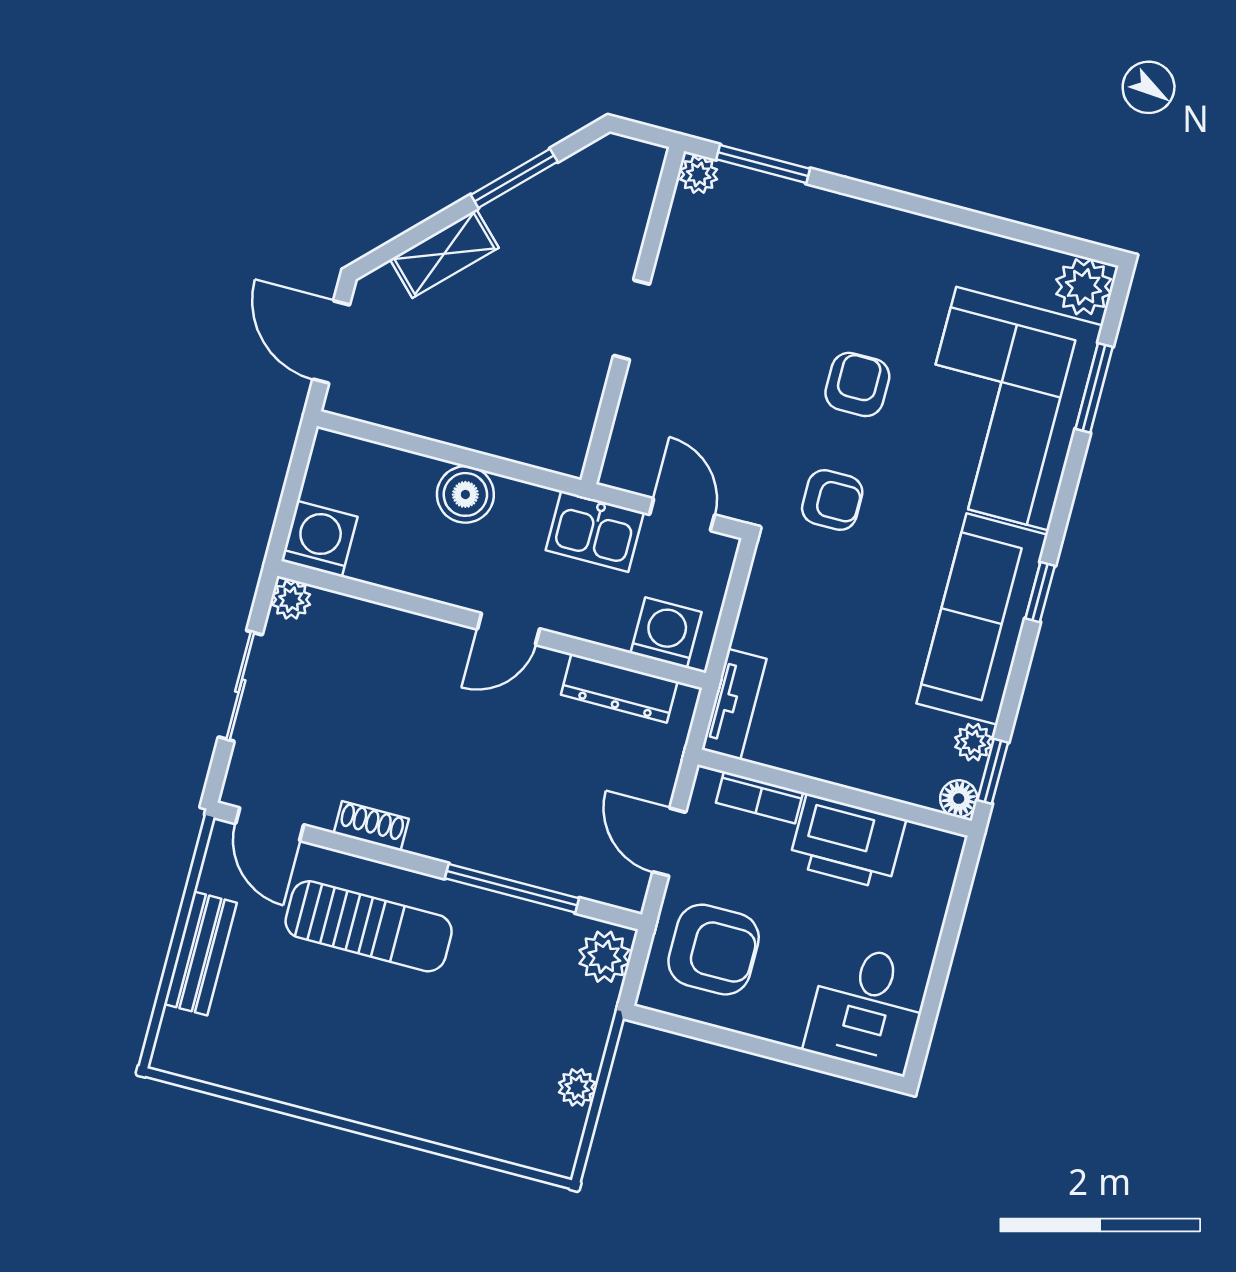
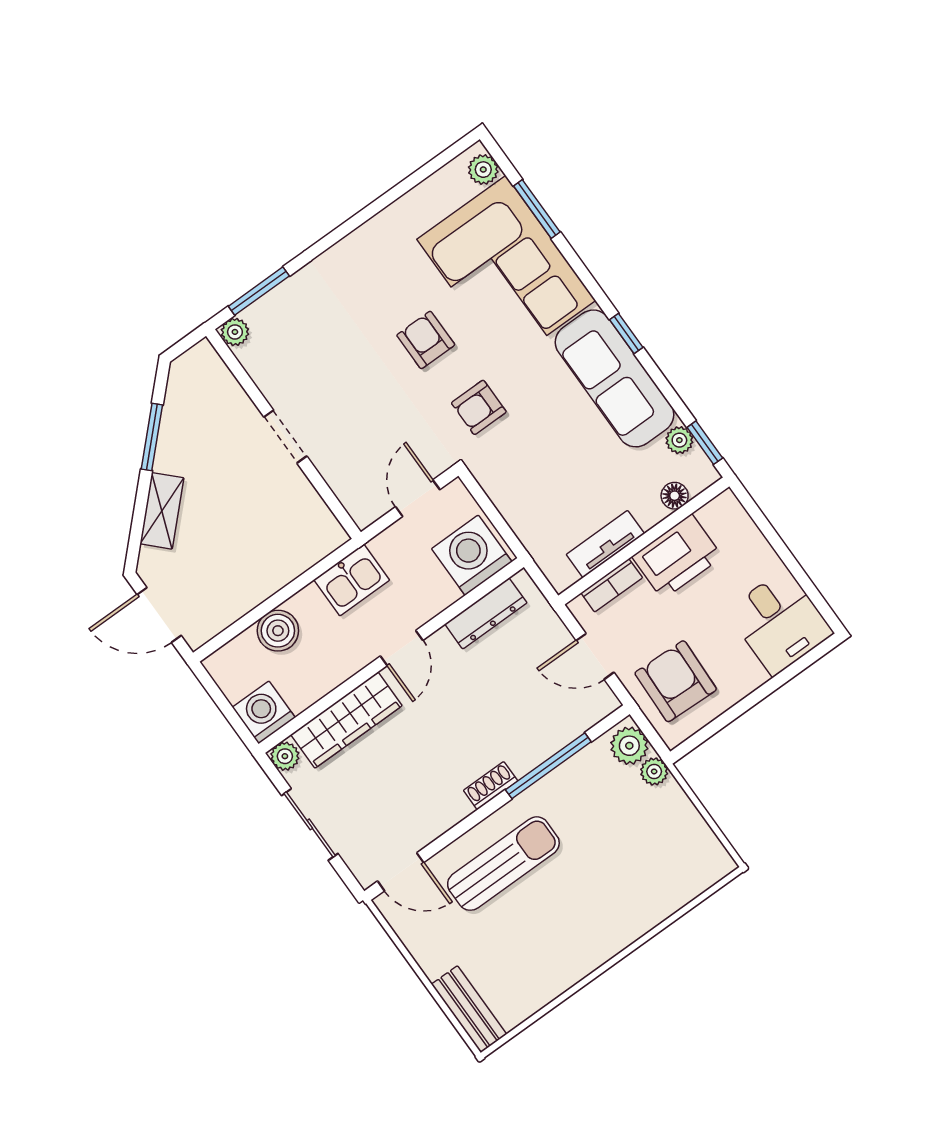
plant: (1084, 287) -> (483, 170), width x0.73, depth x0.73
boiler: (465, 494) -> (278, 631), moved
armchair: (832, 500) -> (479, 407), turned 180
door: (682, 515) -> (418, 498), hinge flipped
kitchen sink: (595, 531) -> (352, 580), moved
wardrobe: (384, 633) -> (346, 720), added
washing machine: (666, 633) -> (472, 555), width x1.37, depth x1.37
tv unit: (734, 704) -> (605, 544), moved, turned -90
floor lamp: (959, 799) -> (675, 496), moved
shoe rack: (371, 826) -> (491, 786), moved
armchair: (714, 950) -> (676, 681), turned -88
bench: (200, 953) -> (469, 1009), moved
plant: (577, 1087) -> (654, 771), moved

